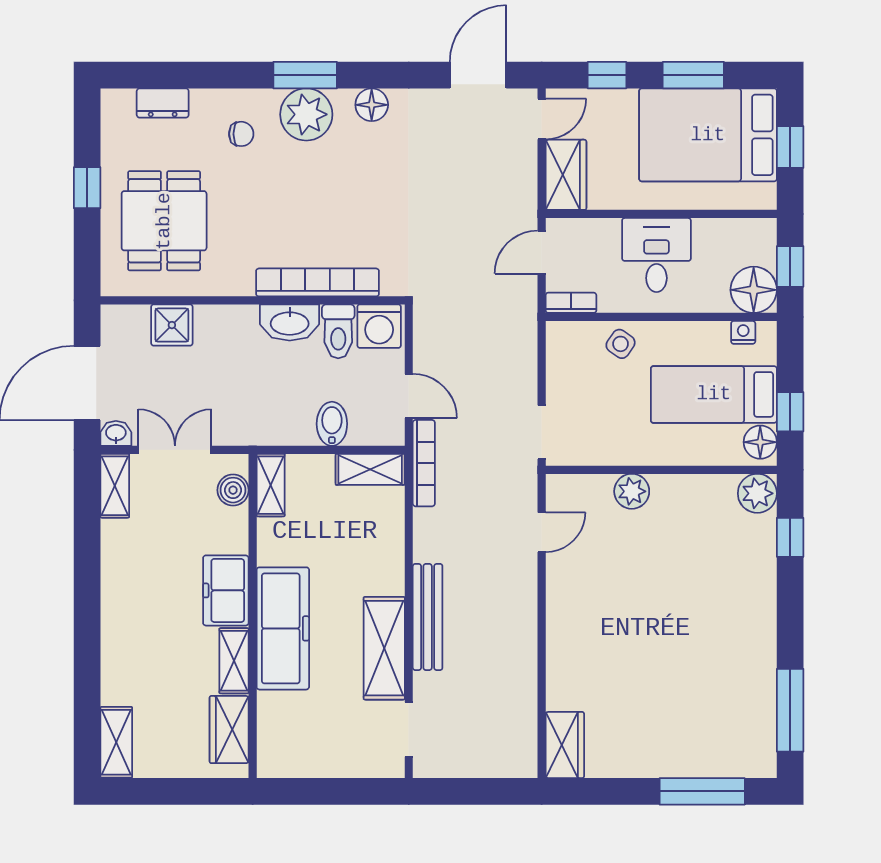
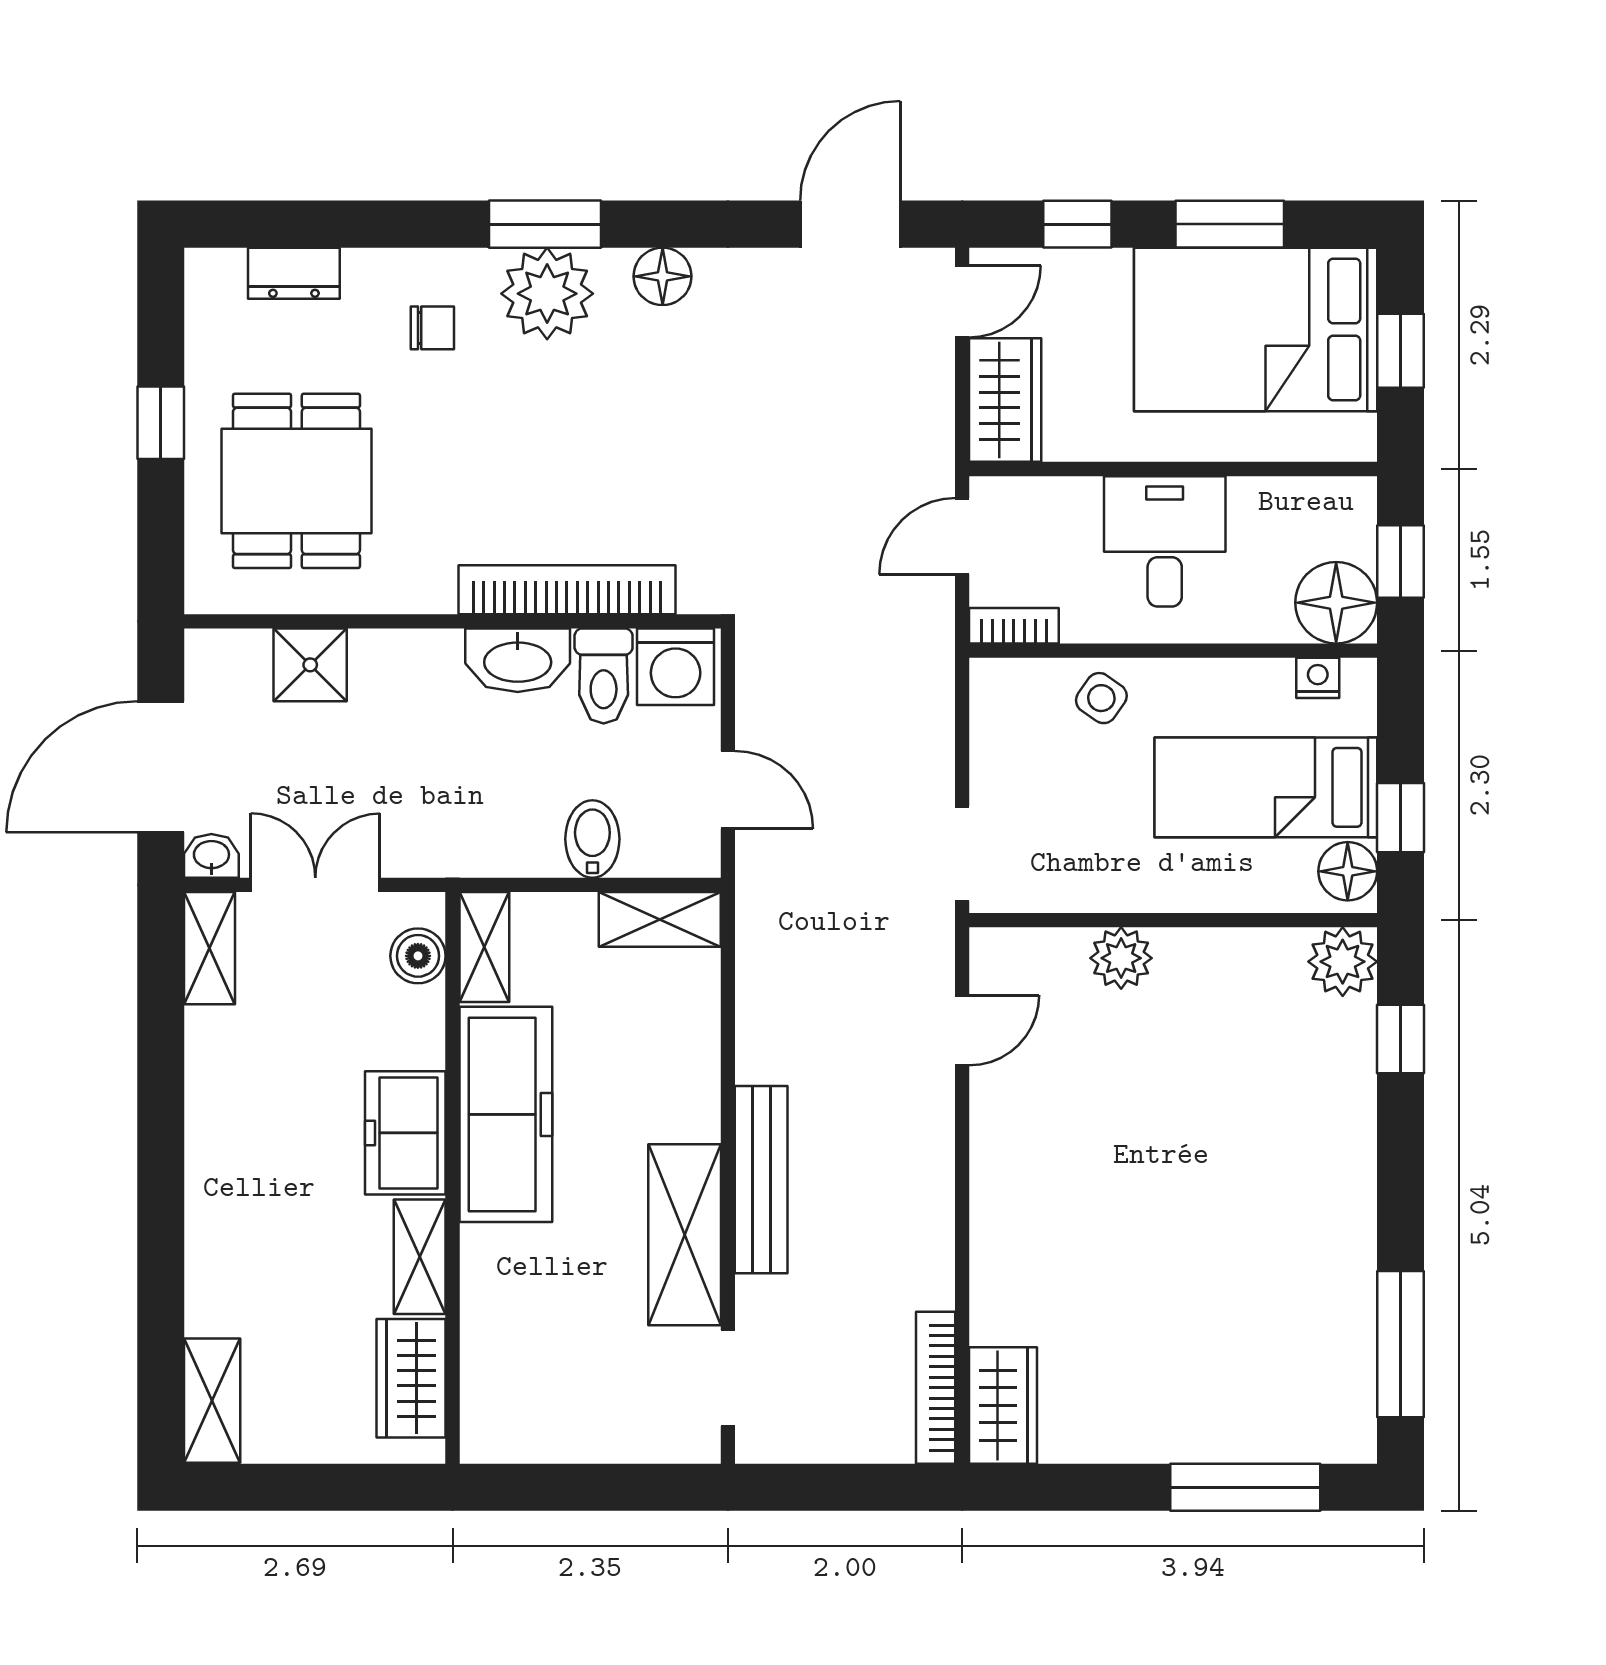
bookcase: (424, 463) -> (936, 1388), moved, turned 180
freezer: (283, 628) -> (506, 1114), moved

